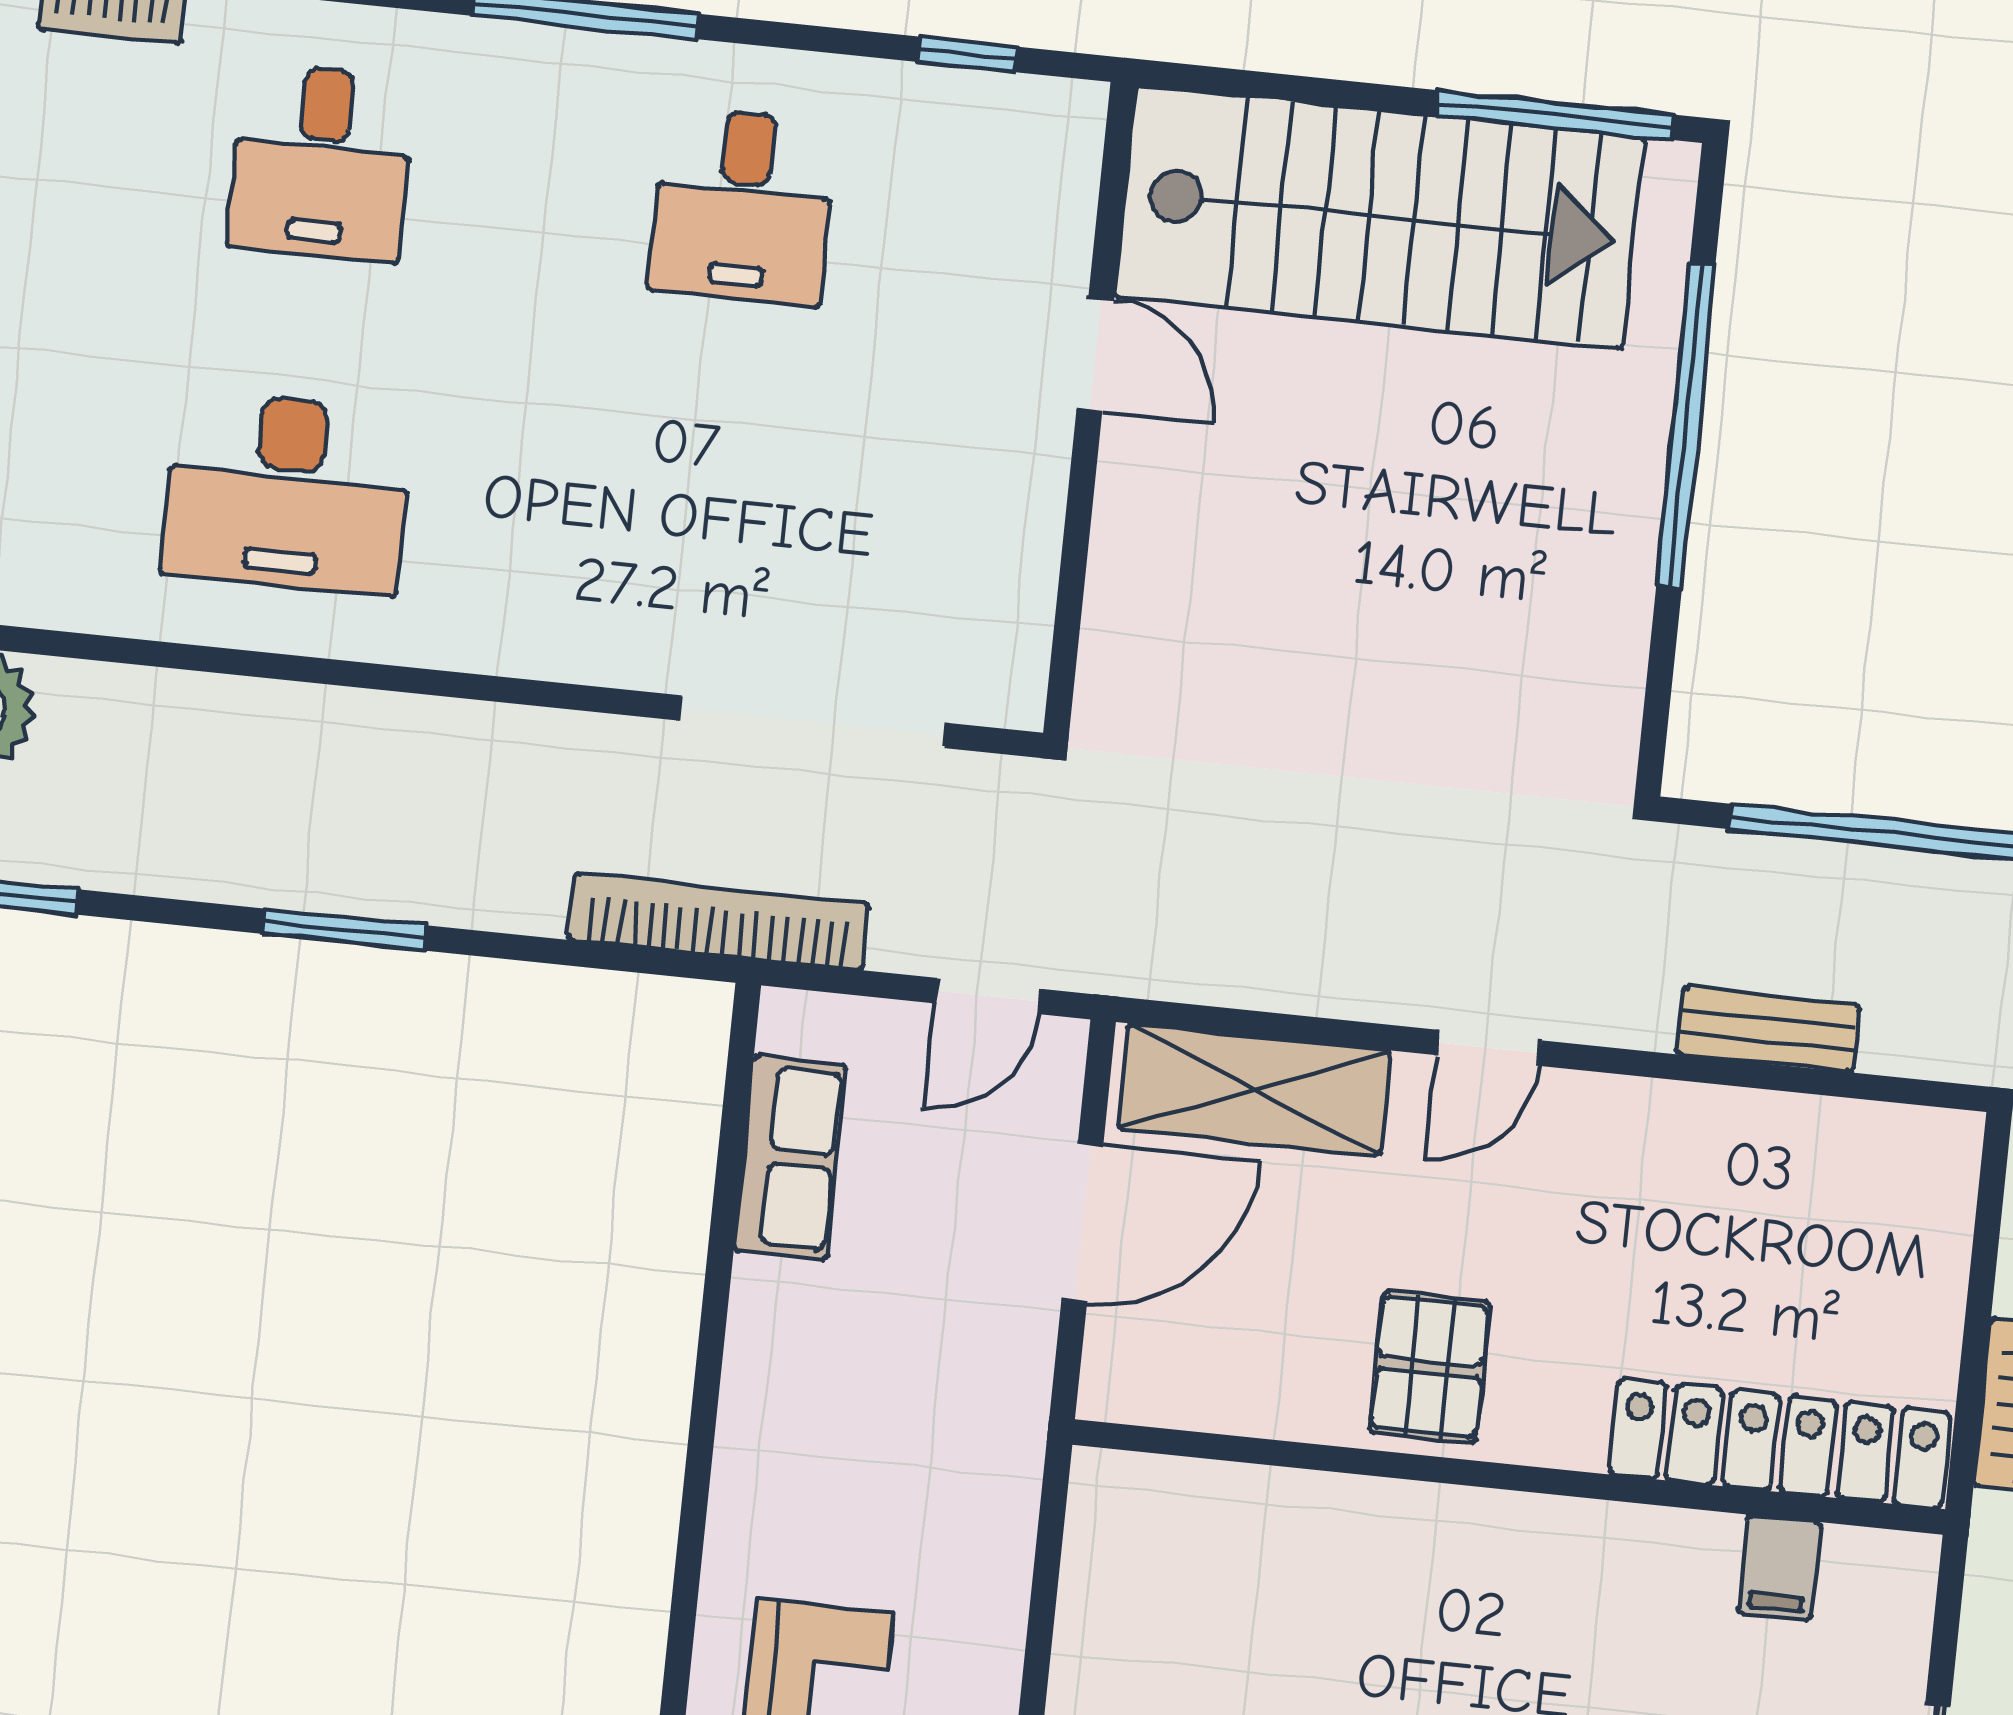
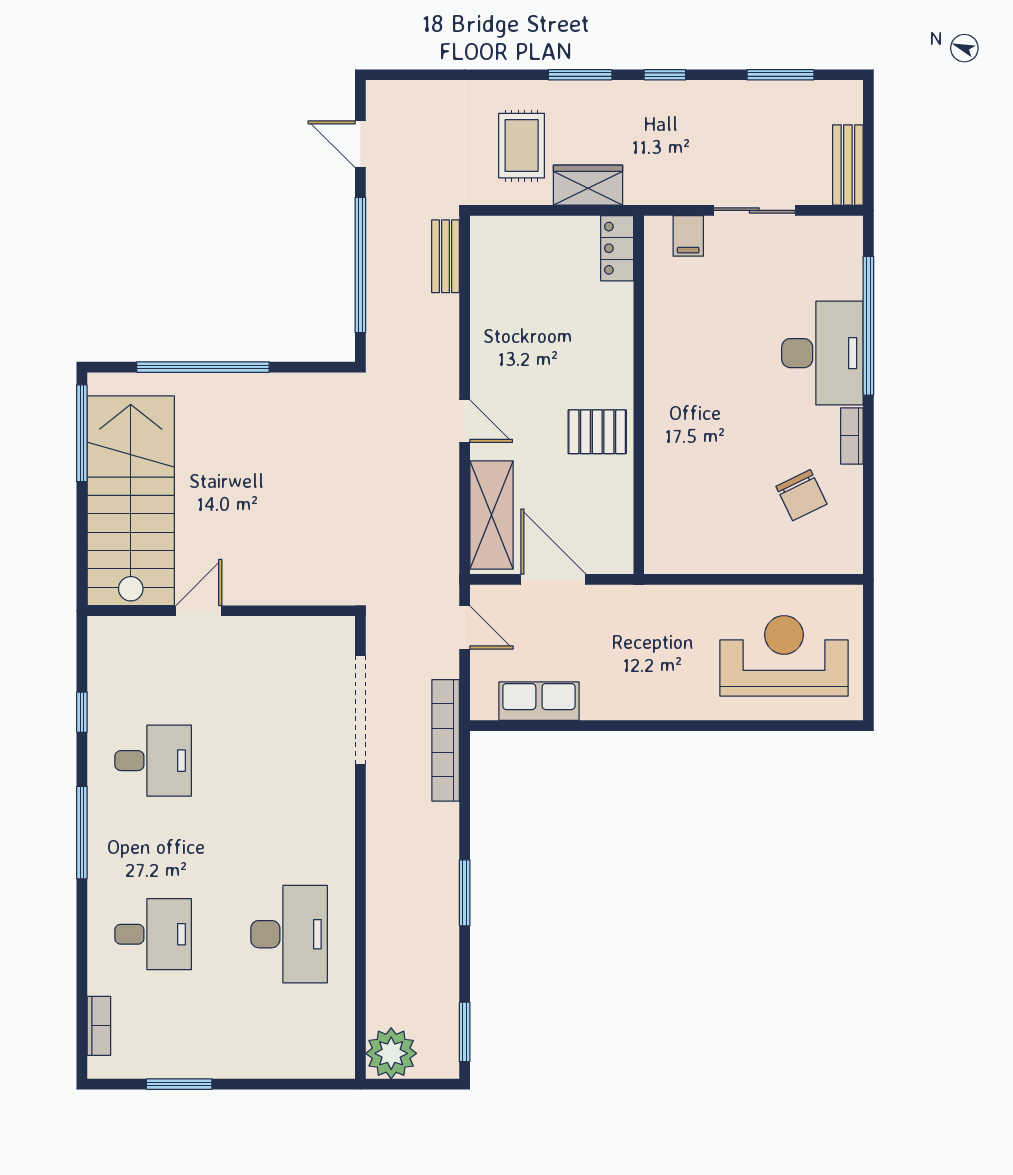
window: (967, 54) -> (82, 712), moved
bench: (1768, 1030) -> (446, 256), moved
locker: (1780, 1443) -> (617, 248), width x0.46, depth x0.83
filing cabinet: (1779, 1567) -> (688, 236), moved, turned 90

